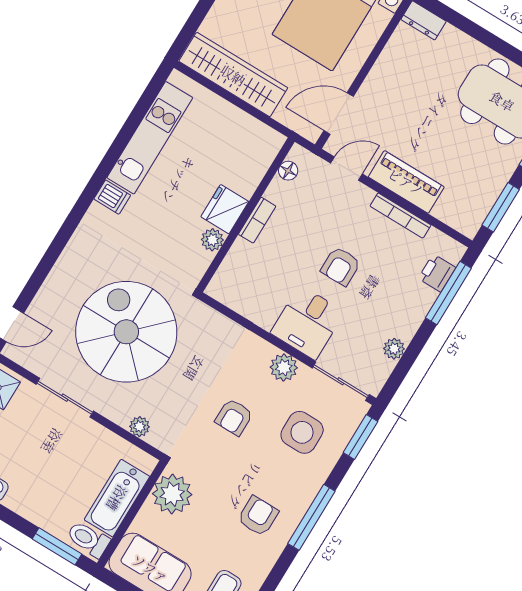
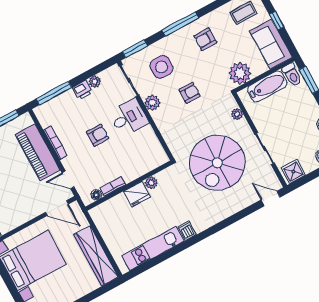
piano: (406, 182) -> (38, 152), width x1.37, depth x1.33
bookcase: (257, 220) -> (113, 186), moved
printer: (437, 273) -> (82, 90), moved

